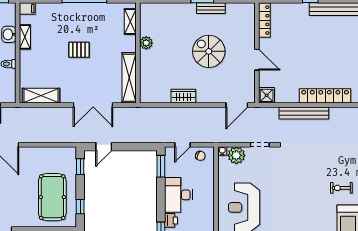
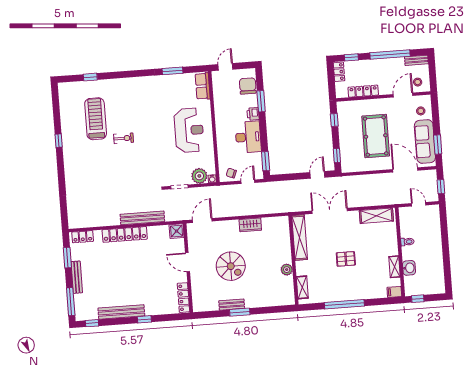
exercise bike: (341, 188) -> (124, 138), moved
pool table: (52, 197) -> (376, 136), moved

